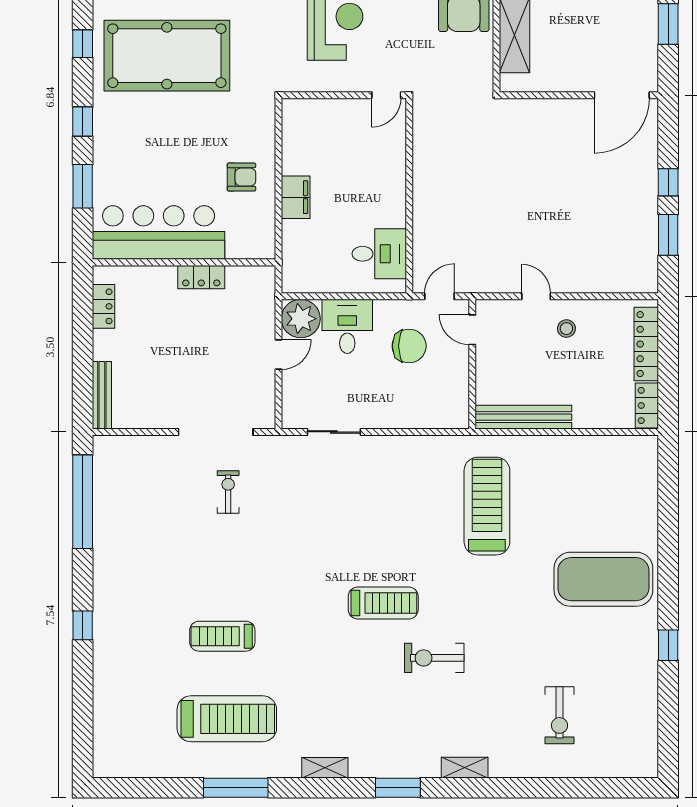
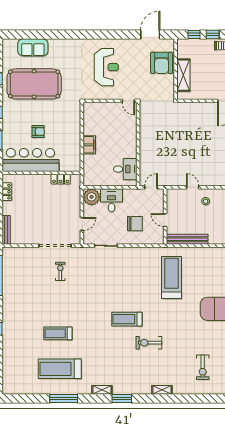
door: (386, 95) -> (128, 101), hinge flipped
armchair: (241, 177) -> (38, 132), moved
locker: (201, 277) -> (61, 179), moved
door: (472, 330) -> (165, 220), moved
chair: (409, 346) -> (135, 224), moved
door: (278, 355) -> (82, 224), moved
treadmill: (383, 603) -> (127, 319), turned 180
treadmill: (227, 719) -> (60, 369), turned 180
window: (398, 788) -> (122, 398), moved

